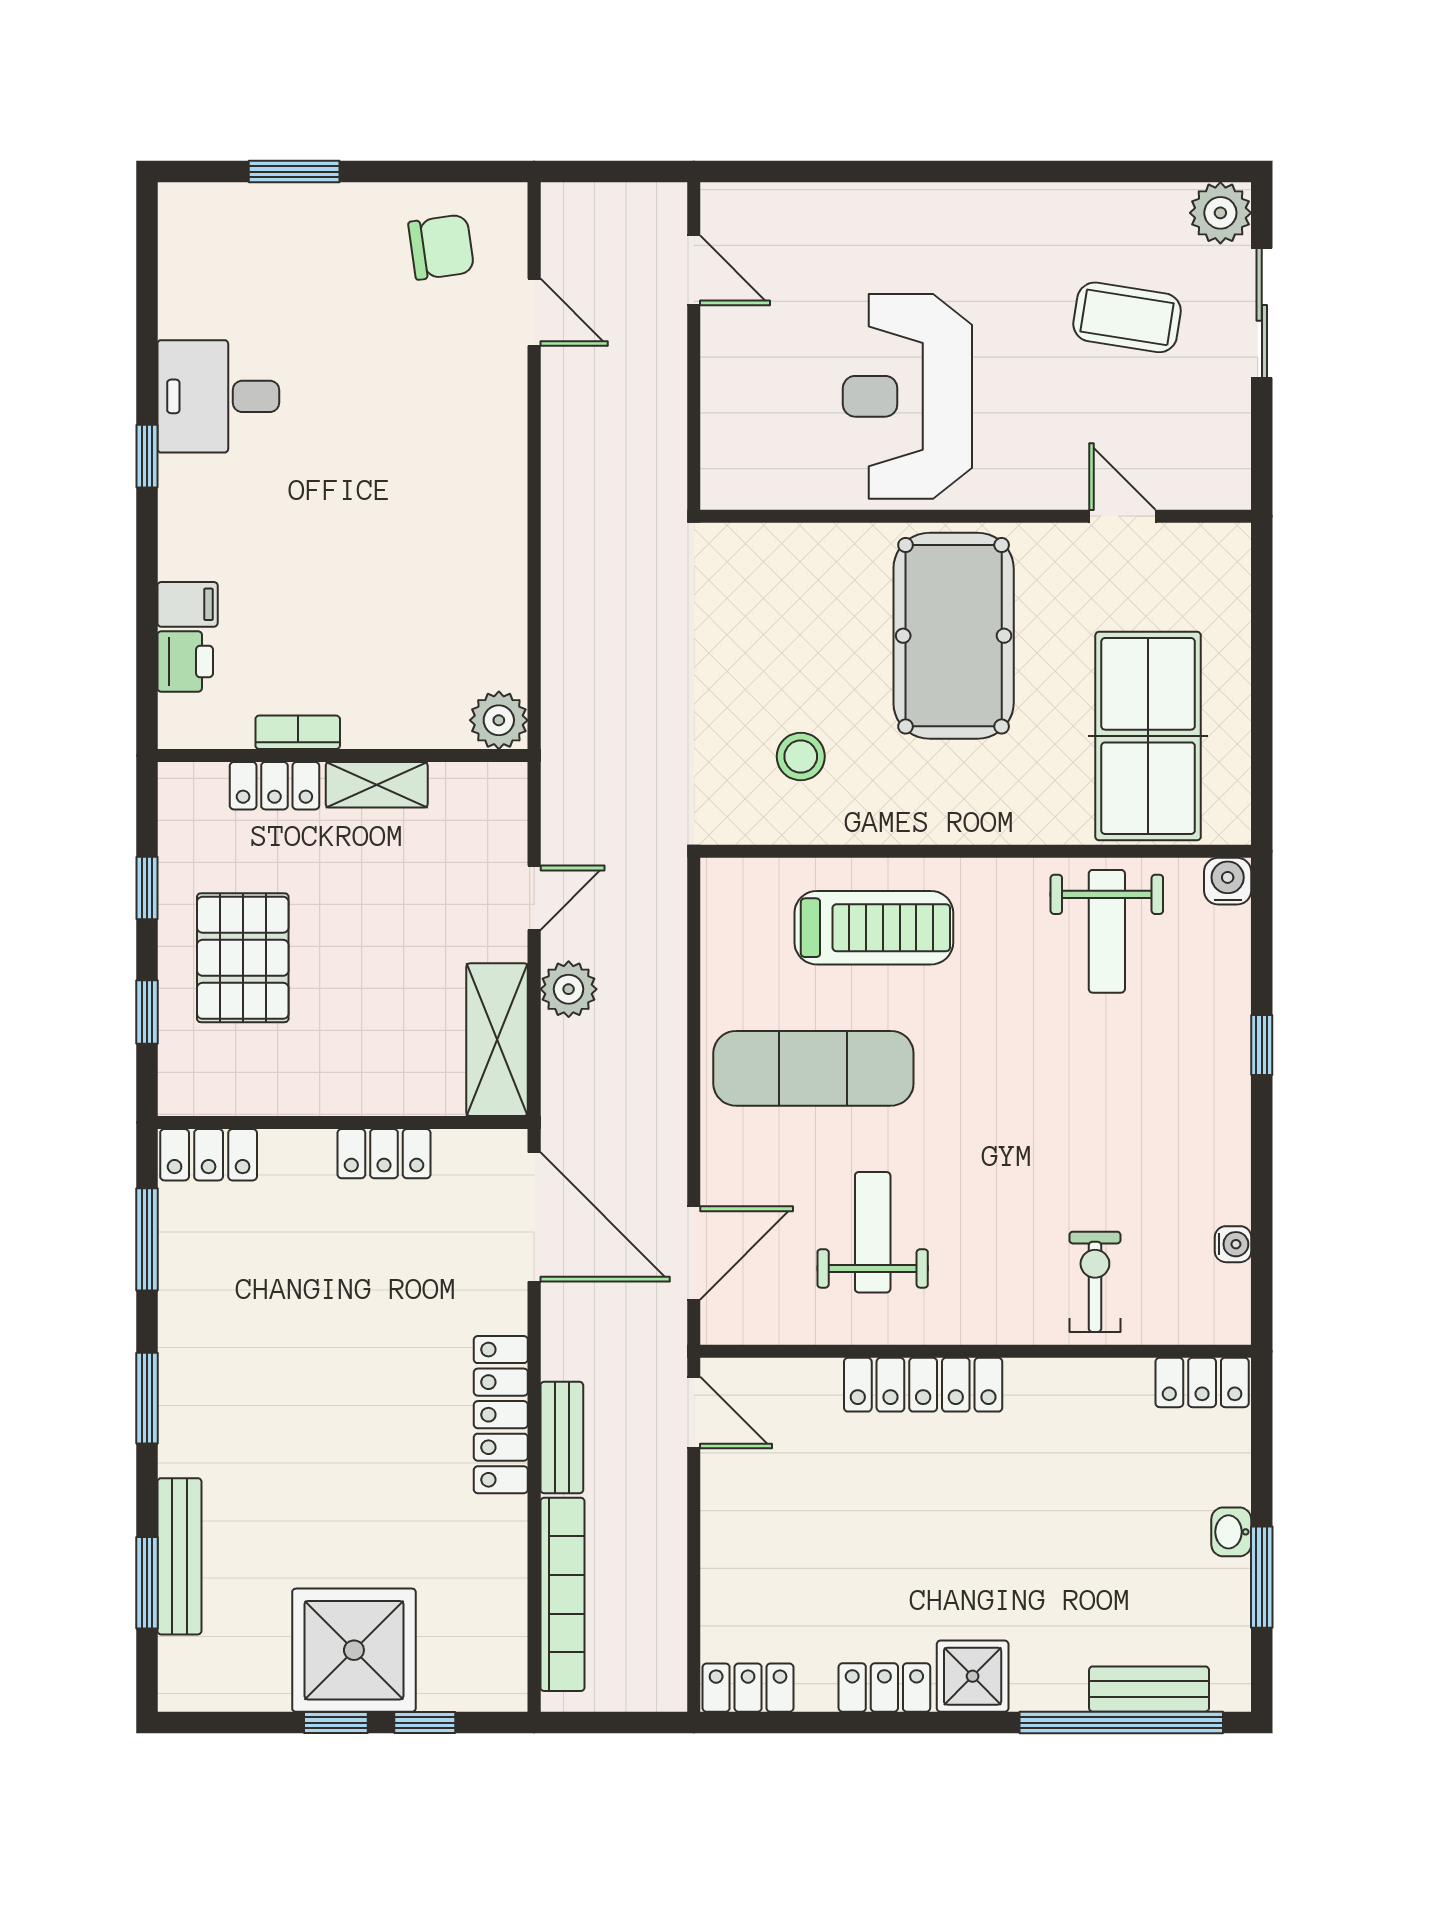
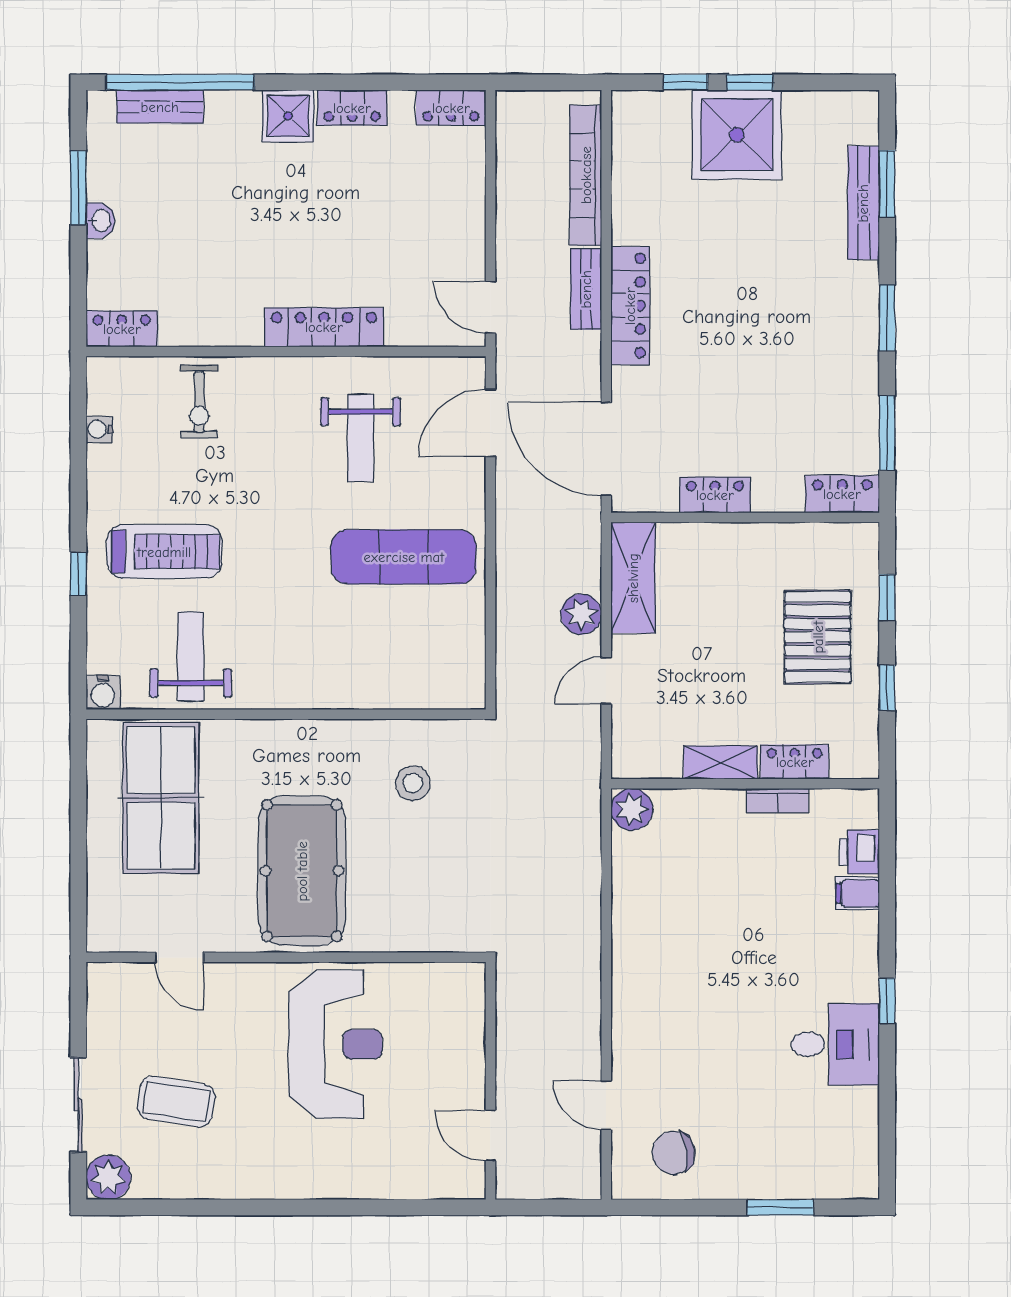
treadmill: (874, 928) -> (164, 552), moved, turned 180

